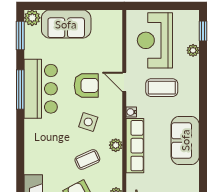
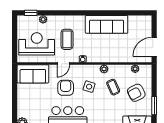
sofa: (66, 24) -> (33, 74), moved, turned 90
reception desk: (155, 40) -> (37, 44), turned 180
sofa: (185, 140) -> (107, 24), width x1.36
row of seats: (135, 146) -> (104, 57), removed

